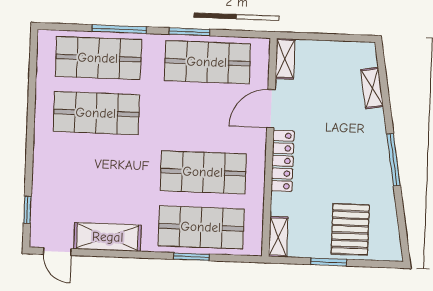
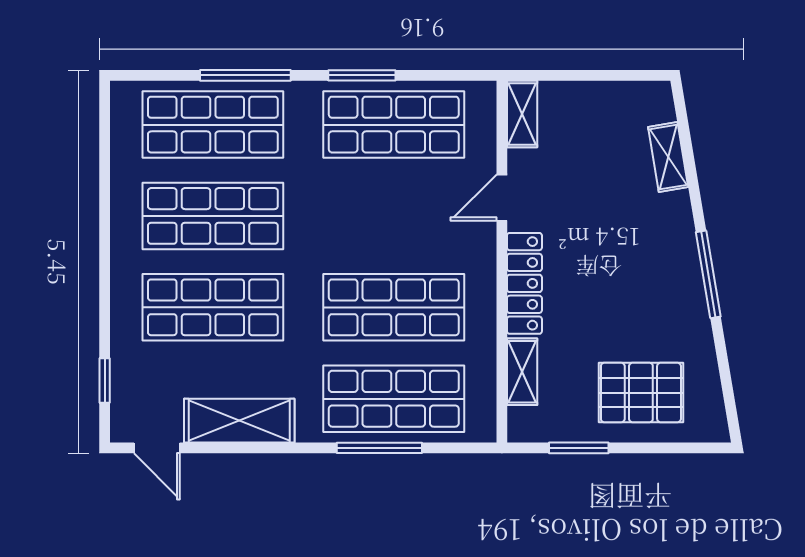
door: (271, 109) -> (502, 198), width x0.73
shop shelf: (94, 168) -> (213, 307), added
pallet: (350, 229) -> (641, 393), turned 90
shelving: (278, 237) -> (522, 372), moved
window: (191, 257) -> (379, 448), width x1.44
window: (329, 262) -> (579, 448), moved

